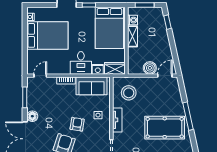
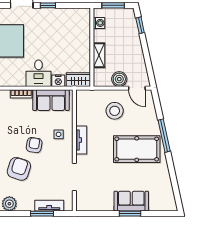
bed: (109, 28) -> (72, 32), removed
shelving: (132, 36) -> (99, 55), moved
door: (165, 76) -> (137, 88), swing flipped
stool: (129, 93) -> (115, 111), moved

